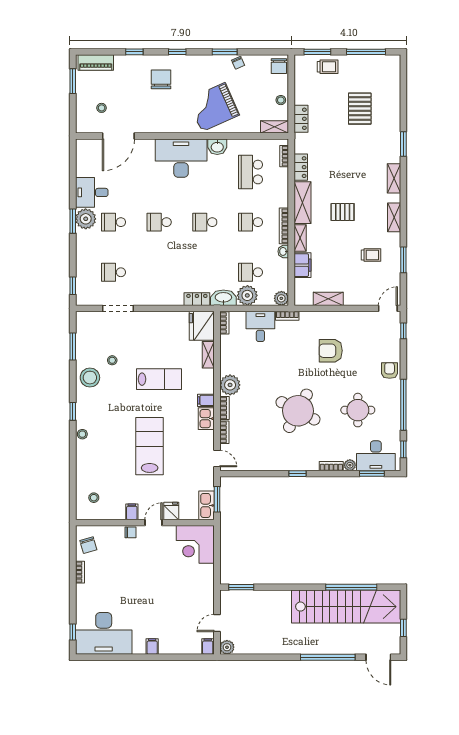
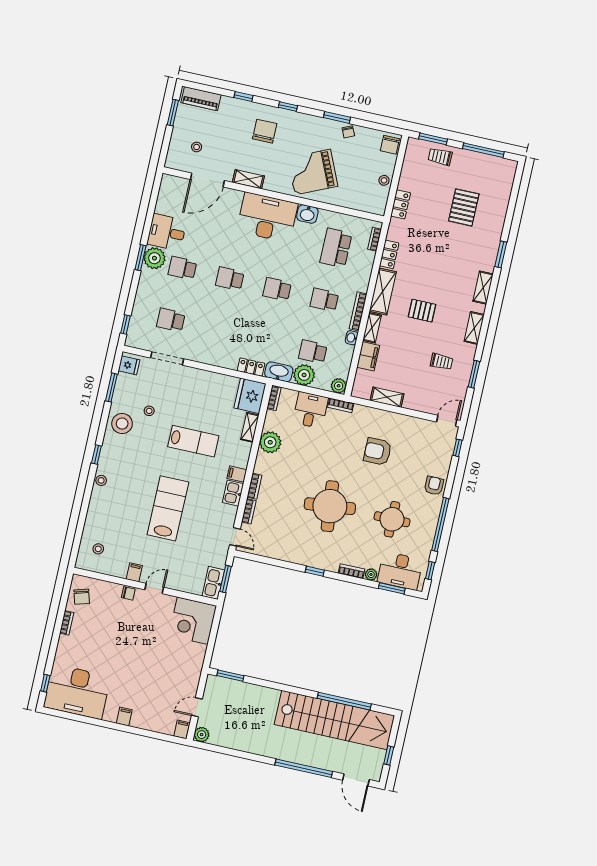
trolley: (328, 67) -> (440, 157), turned 180
shelving: (275, 127) -> (248, 179), moved
plant: (230, 385) -> (270, 442), moved
round table: (298, 411) -> (330, 506), turned -34
fridge: (171, 511) -> (129, 365), moved, turned 90

